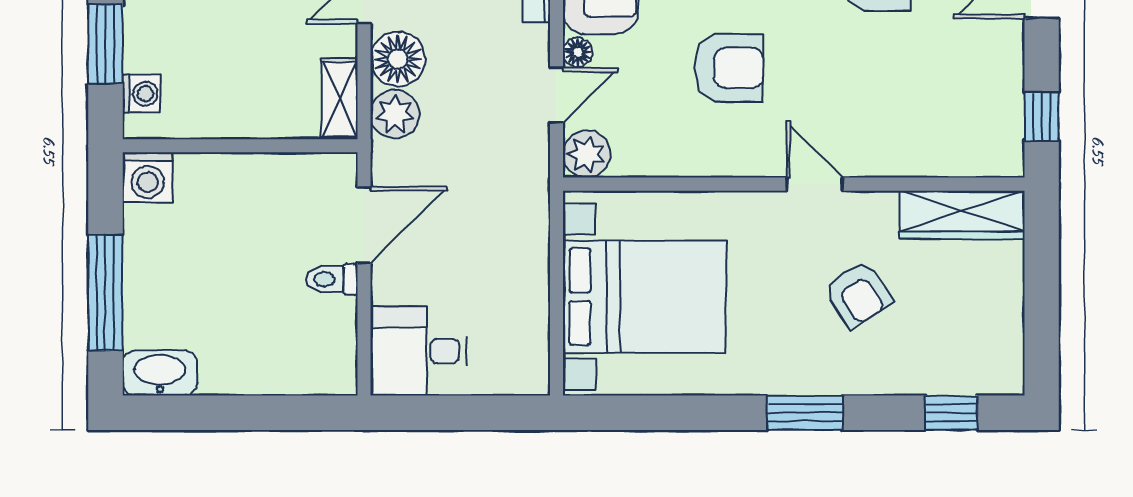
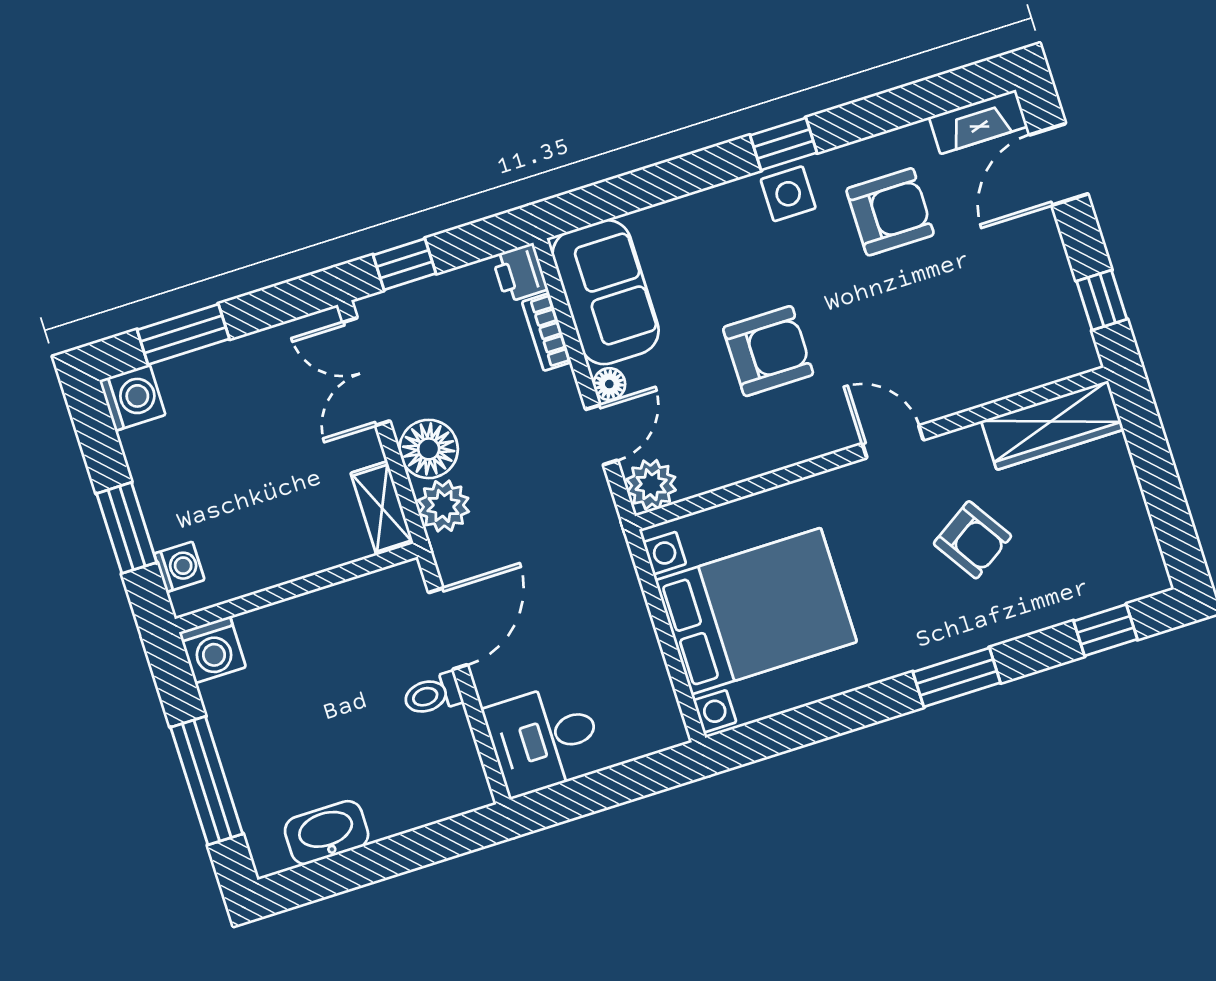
washbasin: (160, 373) -> (327, 833), moved

